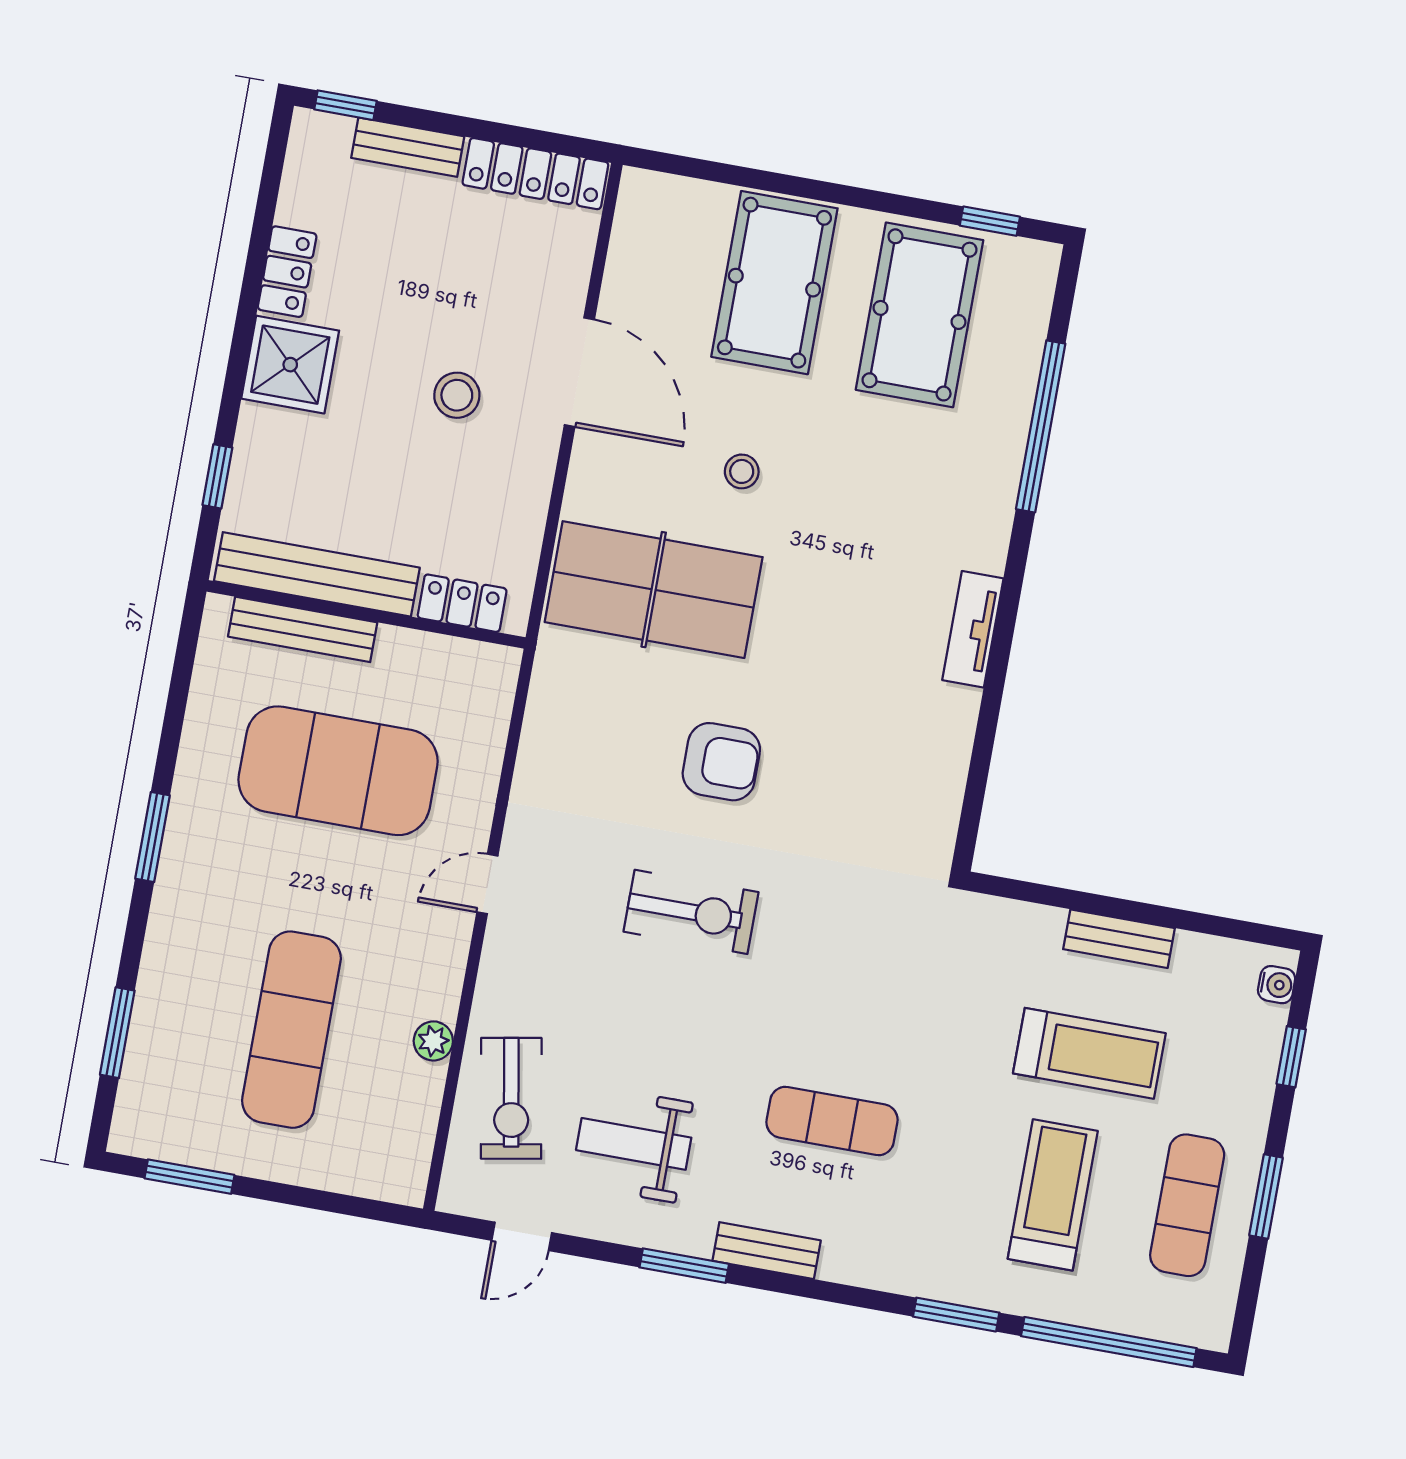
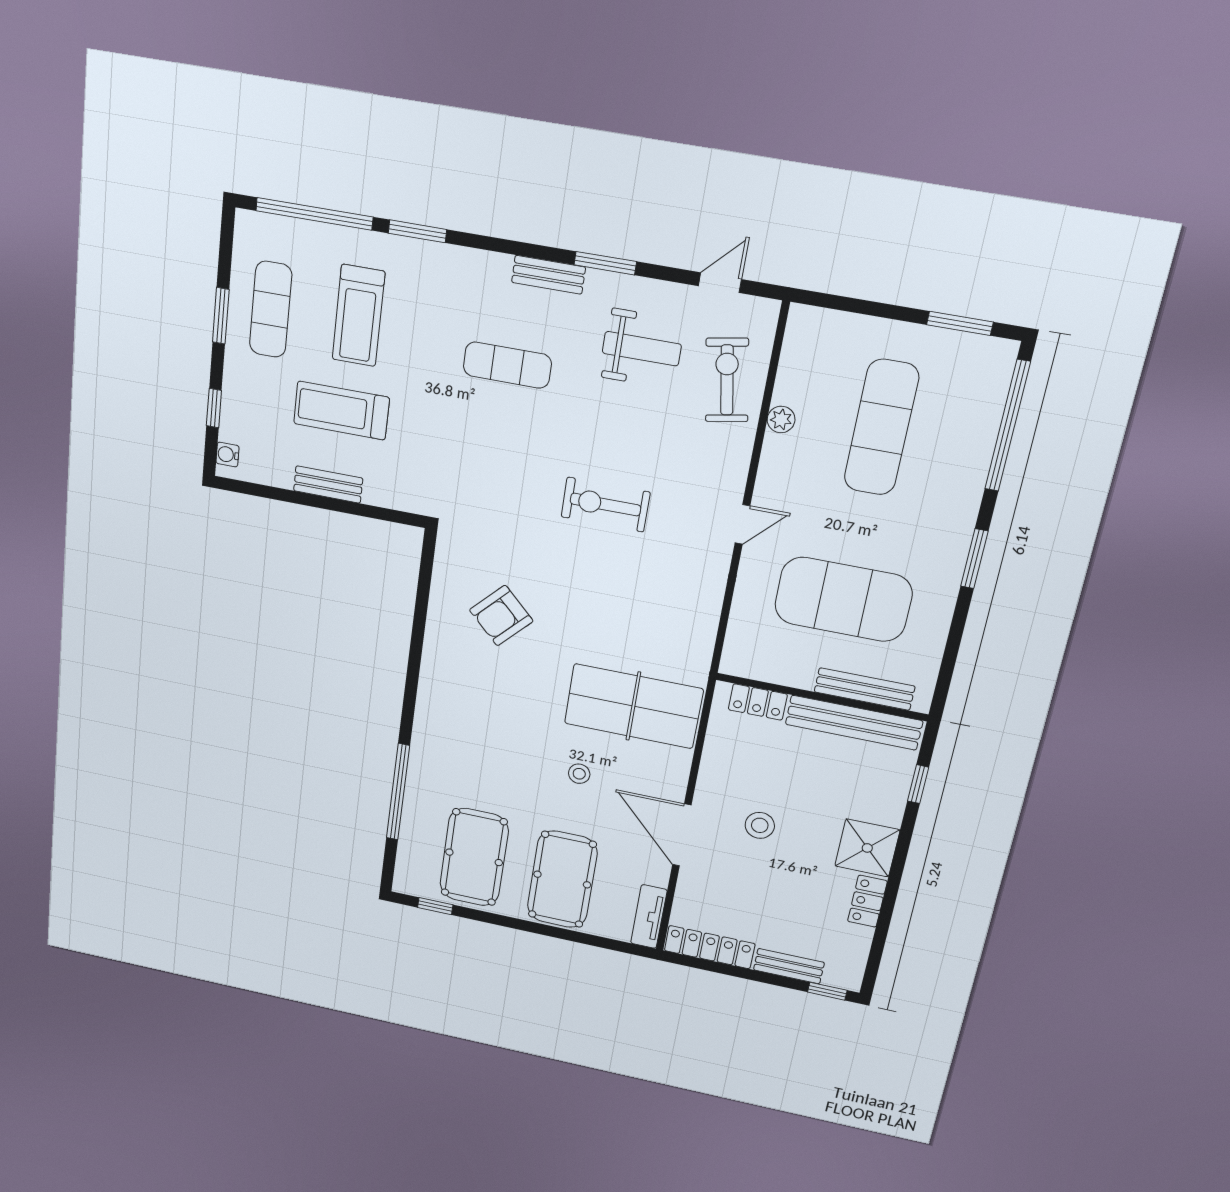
tv unit: (973, 629) -> (649, 917), moved, turned 180
armchair: (721, 762) -> (501, 616), moved, turned -46
window: (117, 1033) -> (1007, 426), width x2.11

